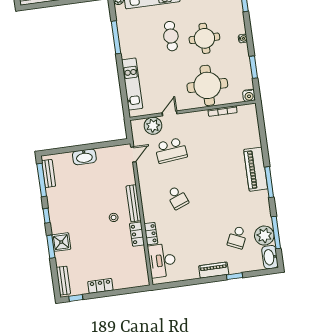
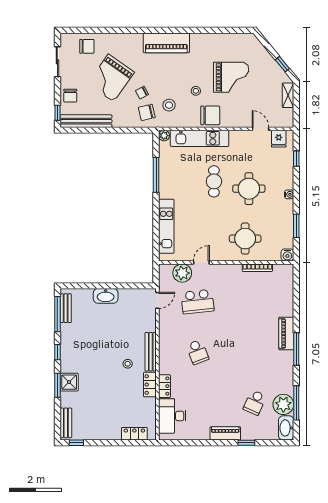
round table: (207, 85) -> (245, 239), width x0.73, depth x0.73
piano: (256, 169) -> (286, 333), width x0.73, depth x0.75
locker: (100, 286) -> (134, 434), moved

